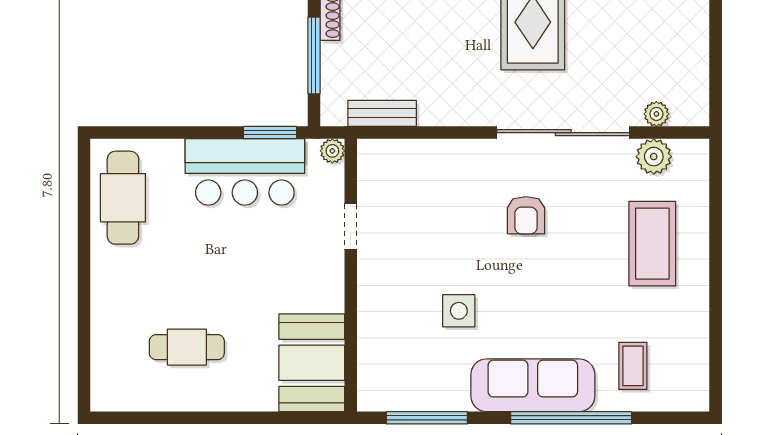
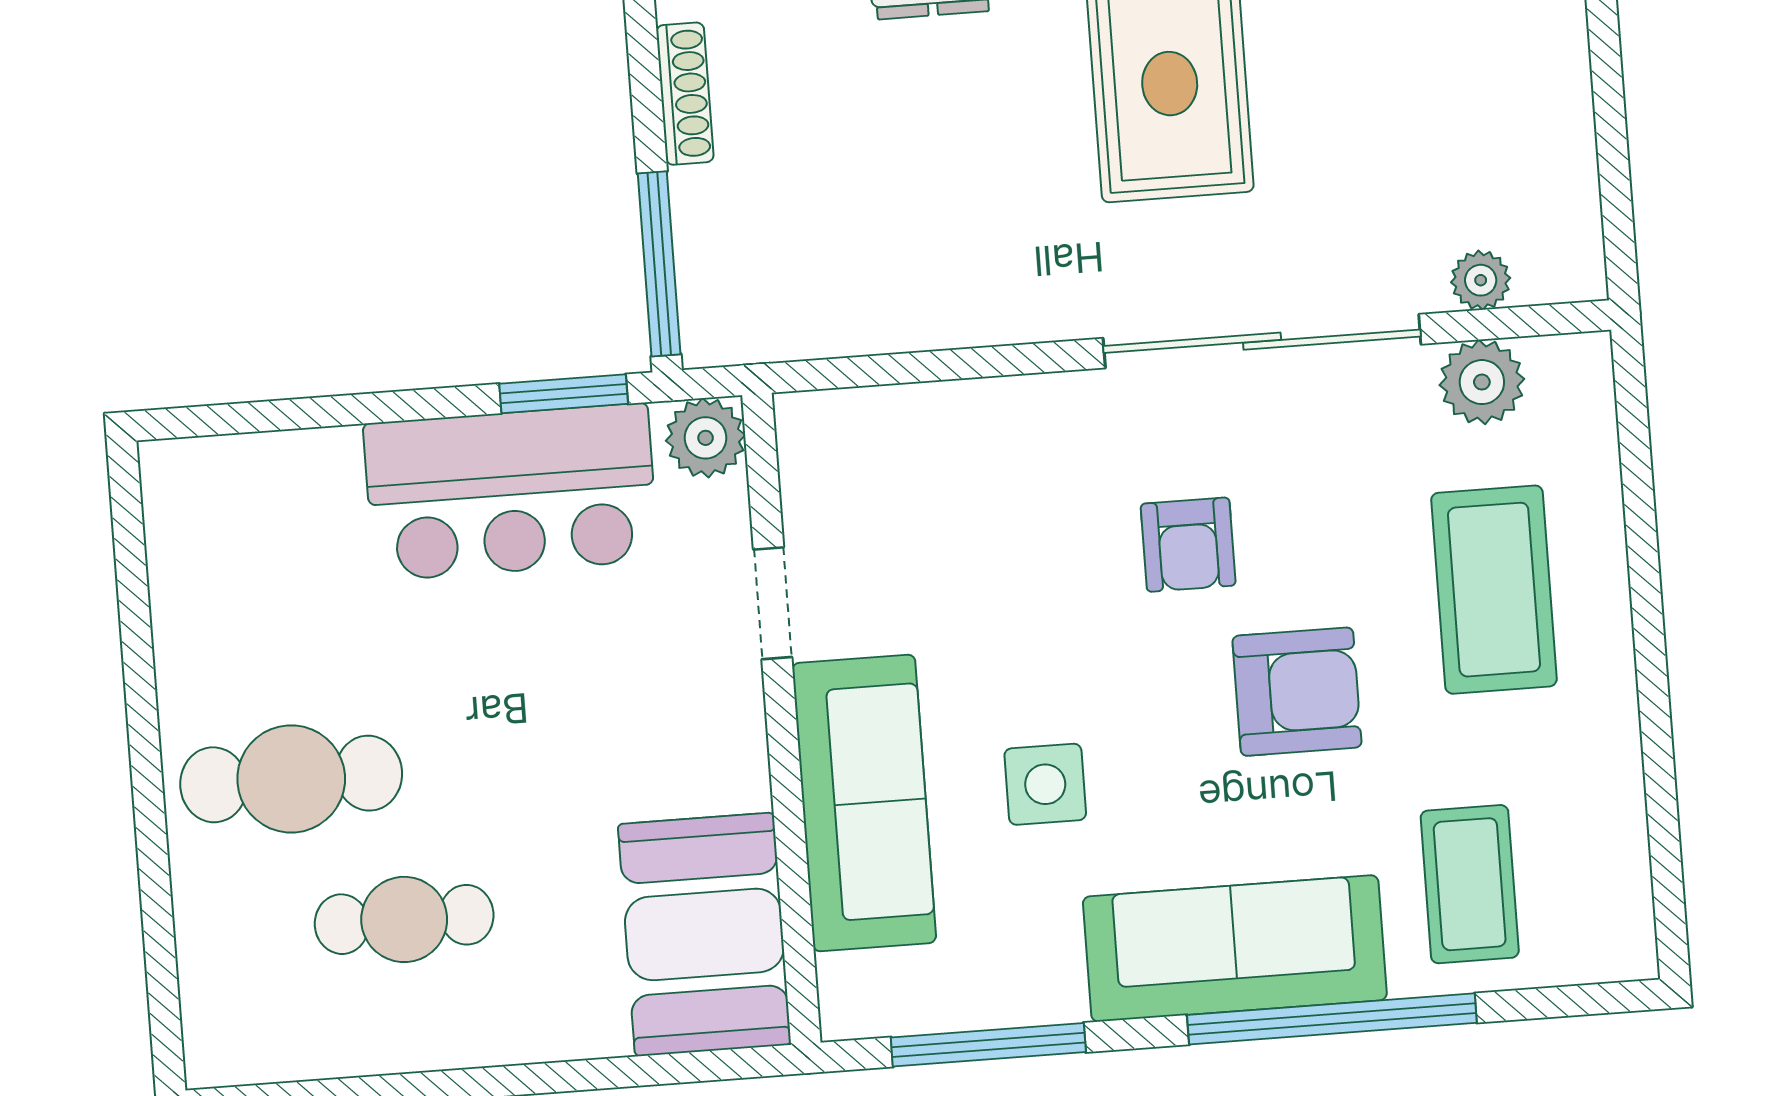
window: (314, 55) -> (659, 264), moved
bench: (382, 113) -> (827, 328), removed
plant: (332, 151) -> (706, 438), width x1.38, depth x1.38
cafe table: (123, 198) -> (291, 779), moved, turned 90
armchair: (567, 280) -> (1297, 692), added
sofa: (383, 313) -> (864, 803), added
coffee table: (633, 366) -> (1470, 884), width x1.36, depth x1.30

